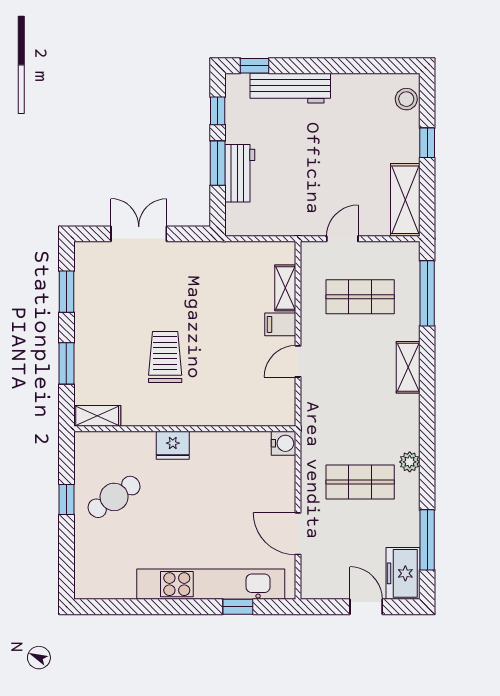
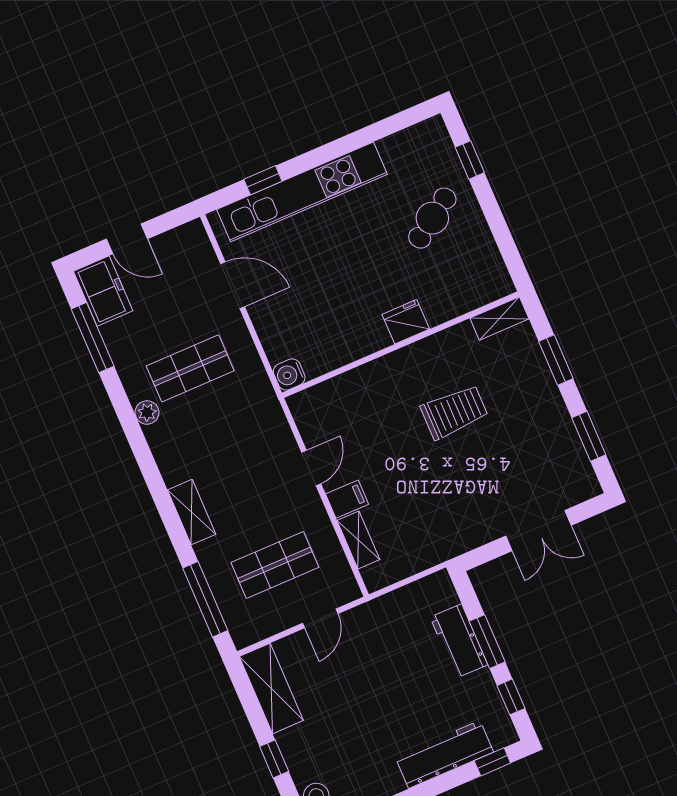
trolley: (165, 357) -> (454, 412), turned -90
cafe table: (114, 497) -> (432, 218), moved
window: (66, 499) -> (470, 160), moved

